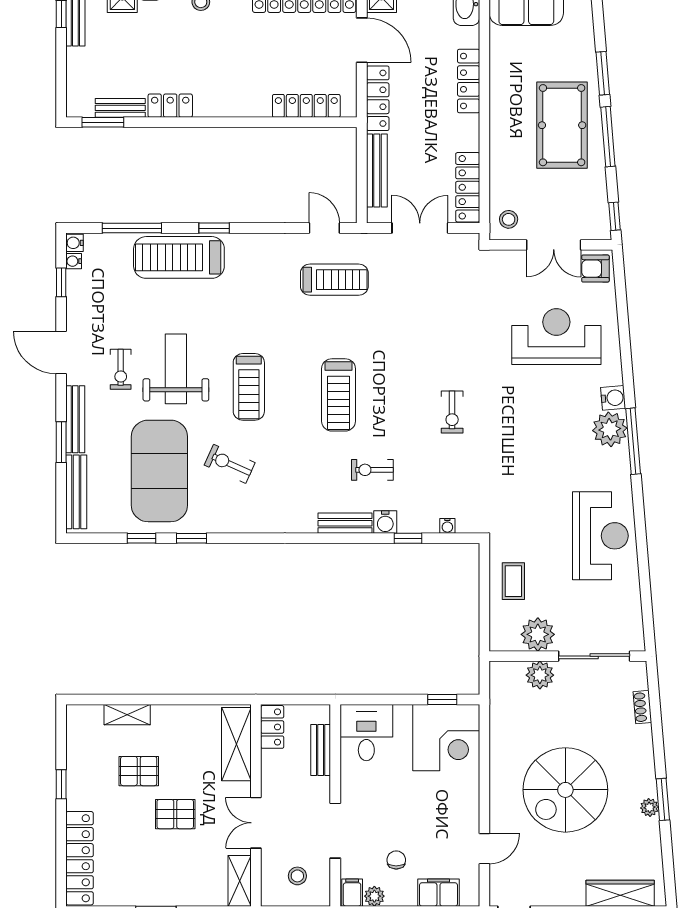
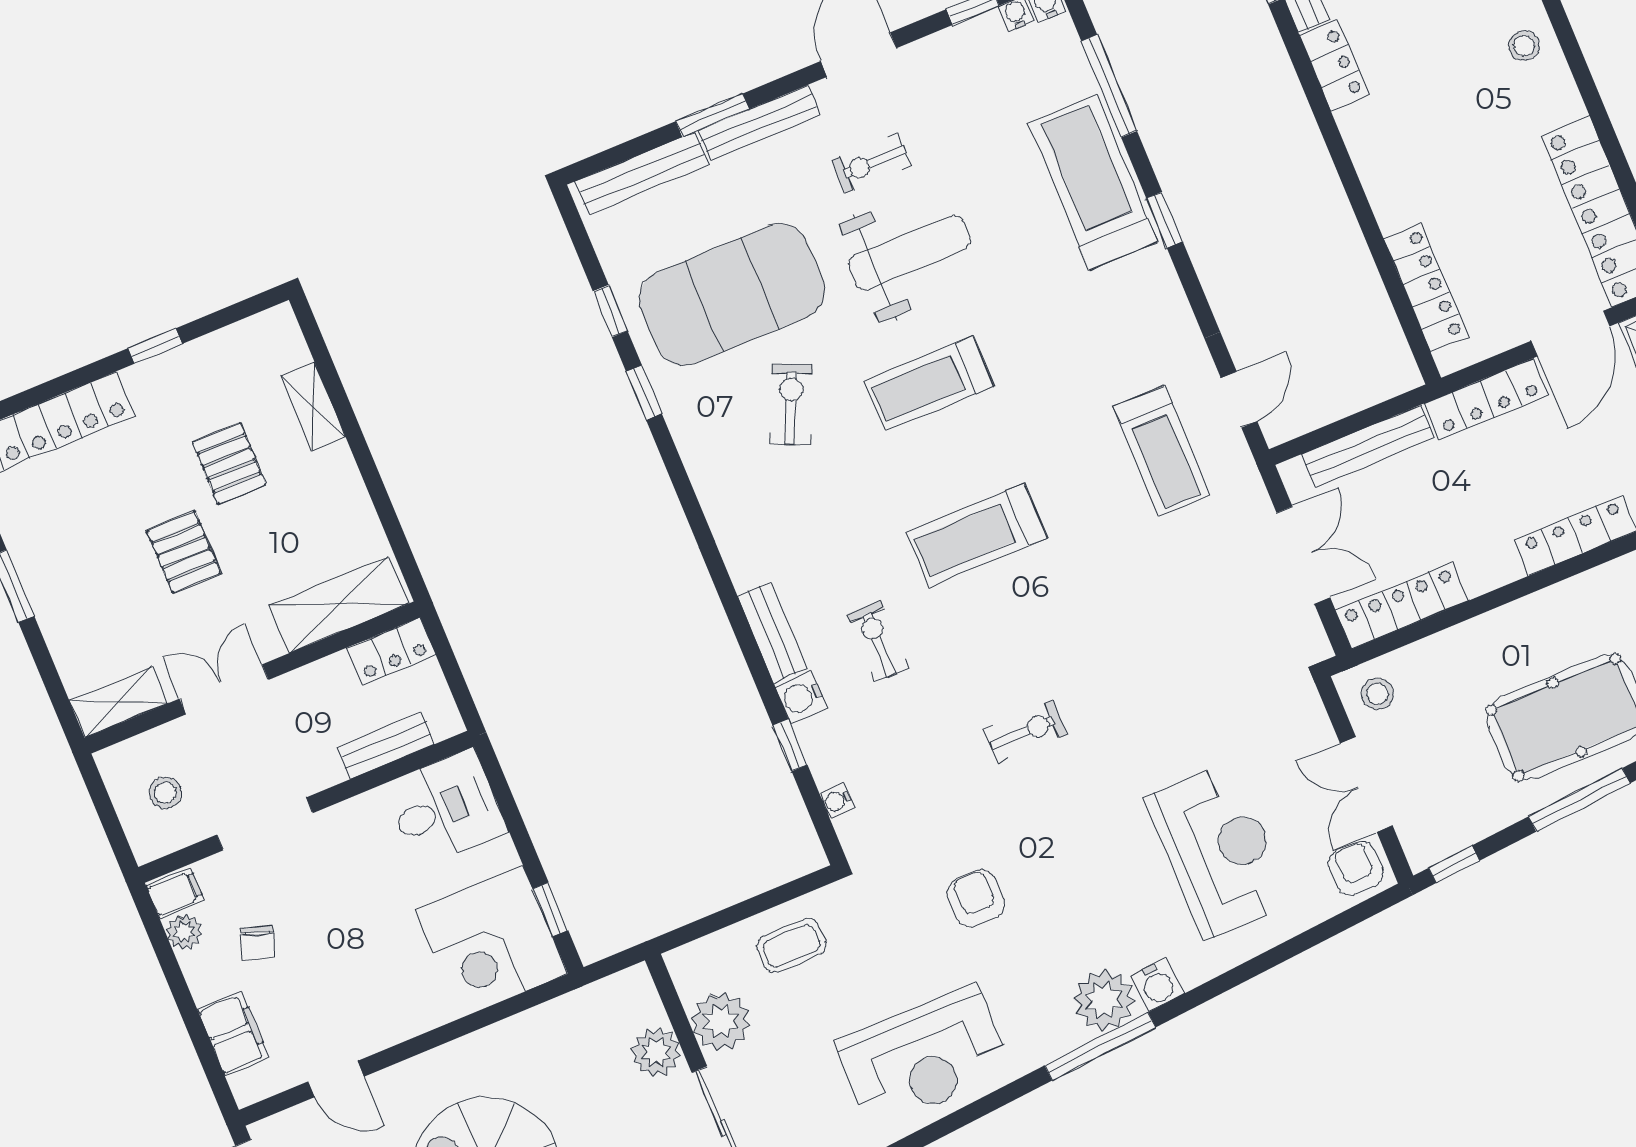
exercise bike: (452, 412) -> (1025, 732), turned 180
armchair: (529, 474) -> (976, 899), added
chair: (396, 860) -> (258, 943), turned 108

